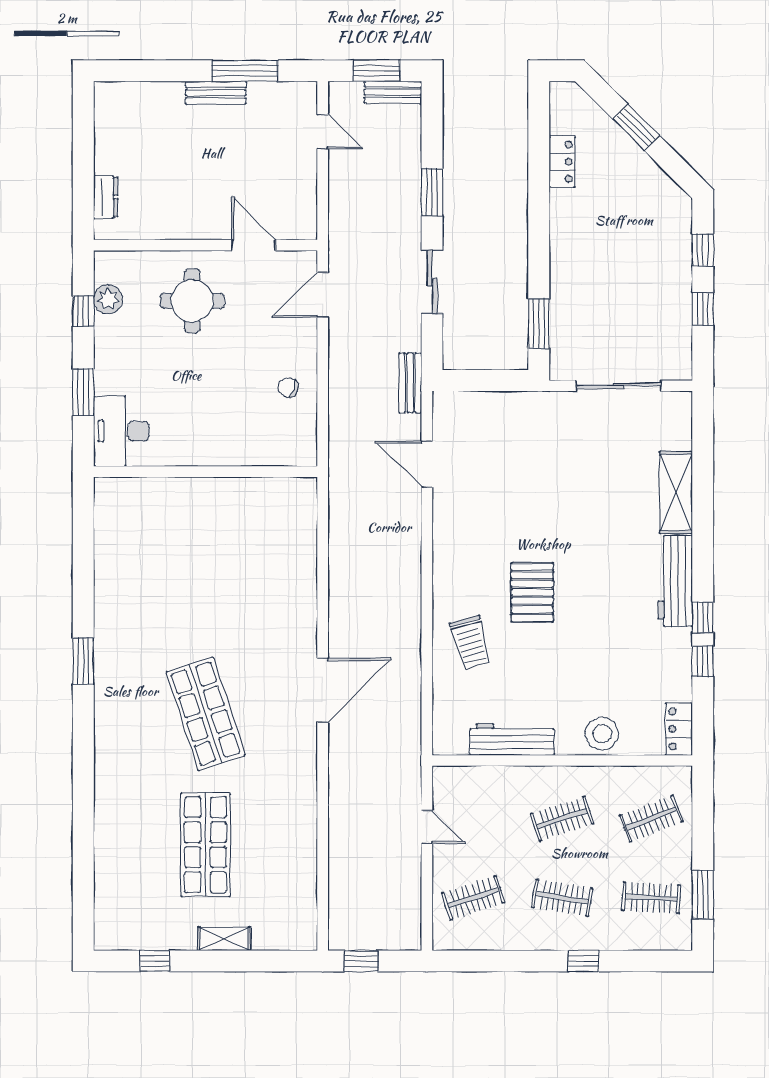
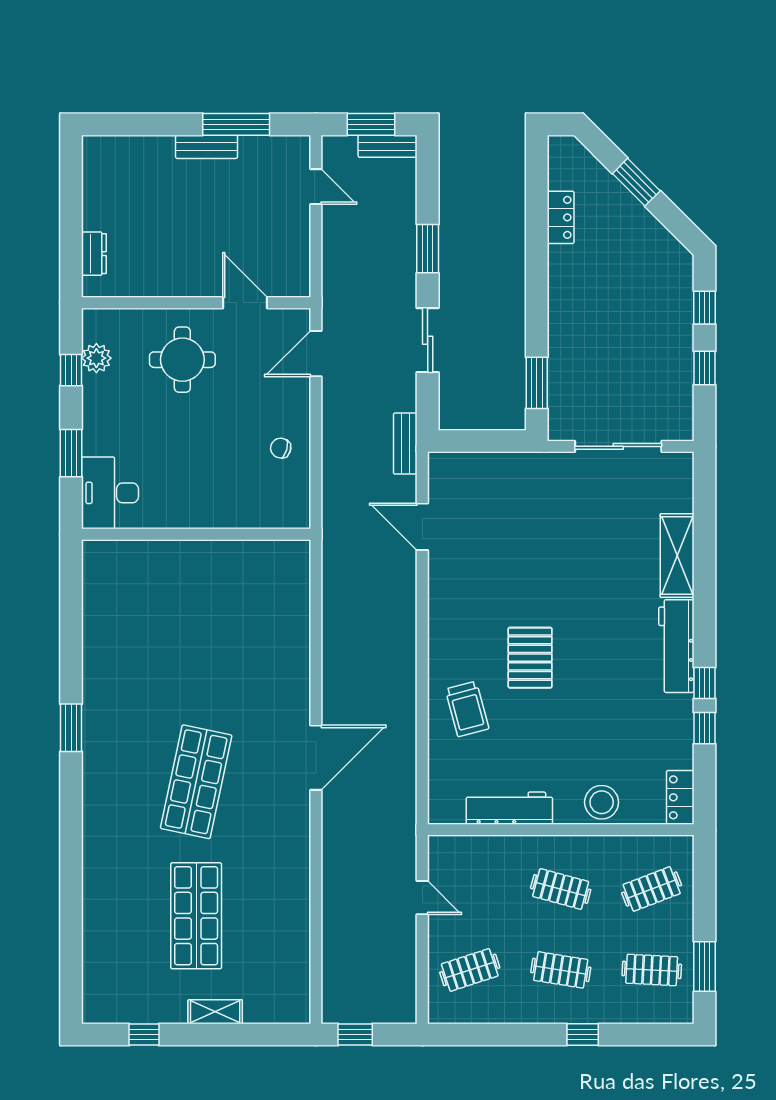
shop shelf: (206, 714) -> (196, 782), turned 30
clothes rail: (562, 819) -> (561, 889), turned 33

